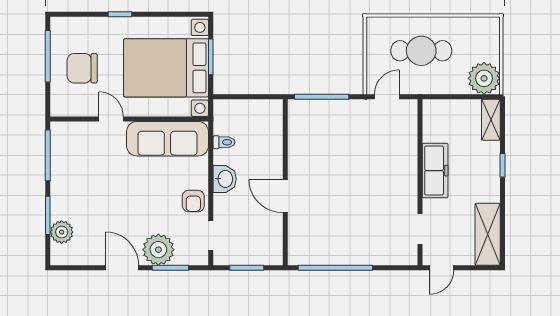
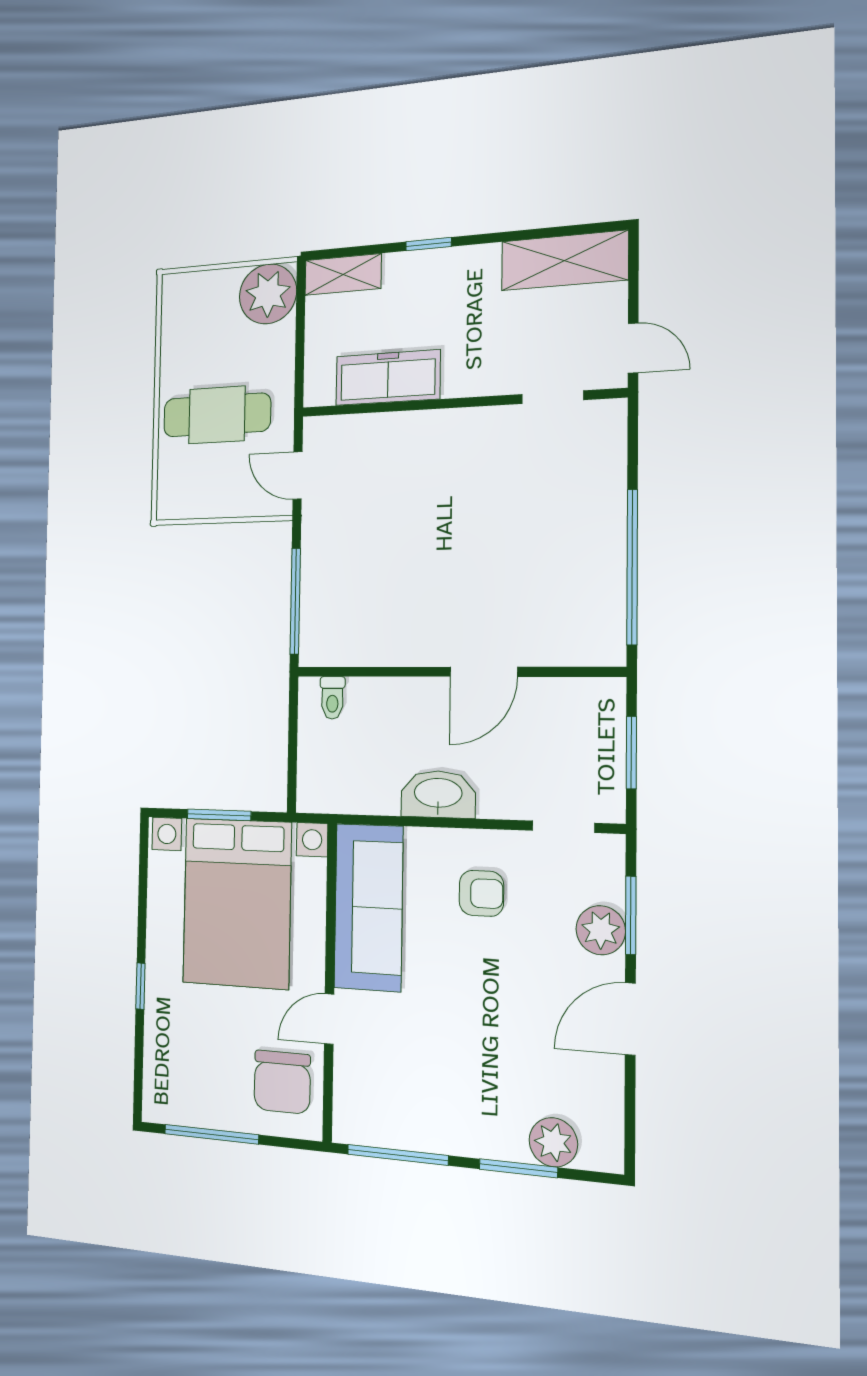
cafe table: (421, 51) -> (217, 415), turned 90
chair: (82, 68) -> (282, 1082), moved
toilet: (224, 142) -> (332, 698), moved, turned 180
freezer: (435, 171) -> (388, 378), moved
washbasin: (225, 179) -> (438, 794), width x1.38
armchair: (193, 201) -> (481, 893), moved
plant: (158, 250) -> (601, 930), width x0.73, depth x0.73

